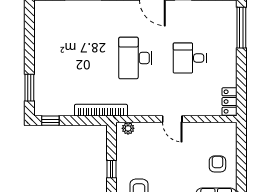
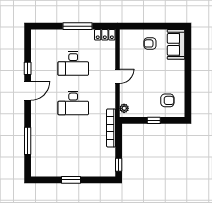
window: (241, 28) -> (78, 26), moved
desk: (190, 58) -> (73, 64), width x1.37
window: (29, 88) -> (71, 180), moved

